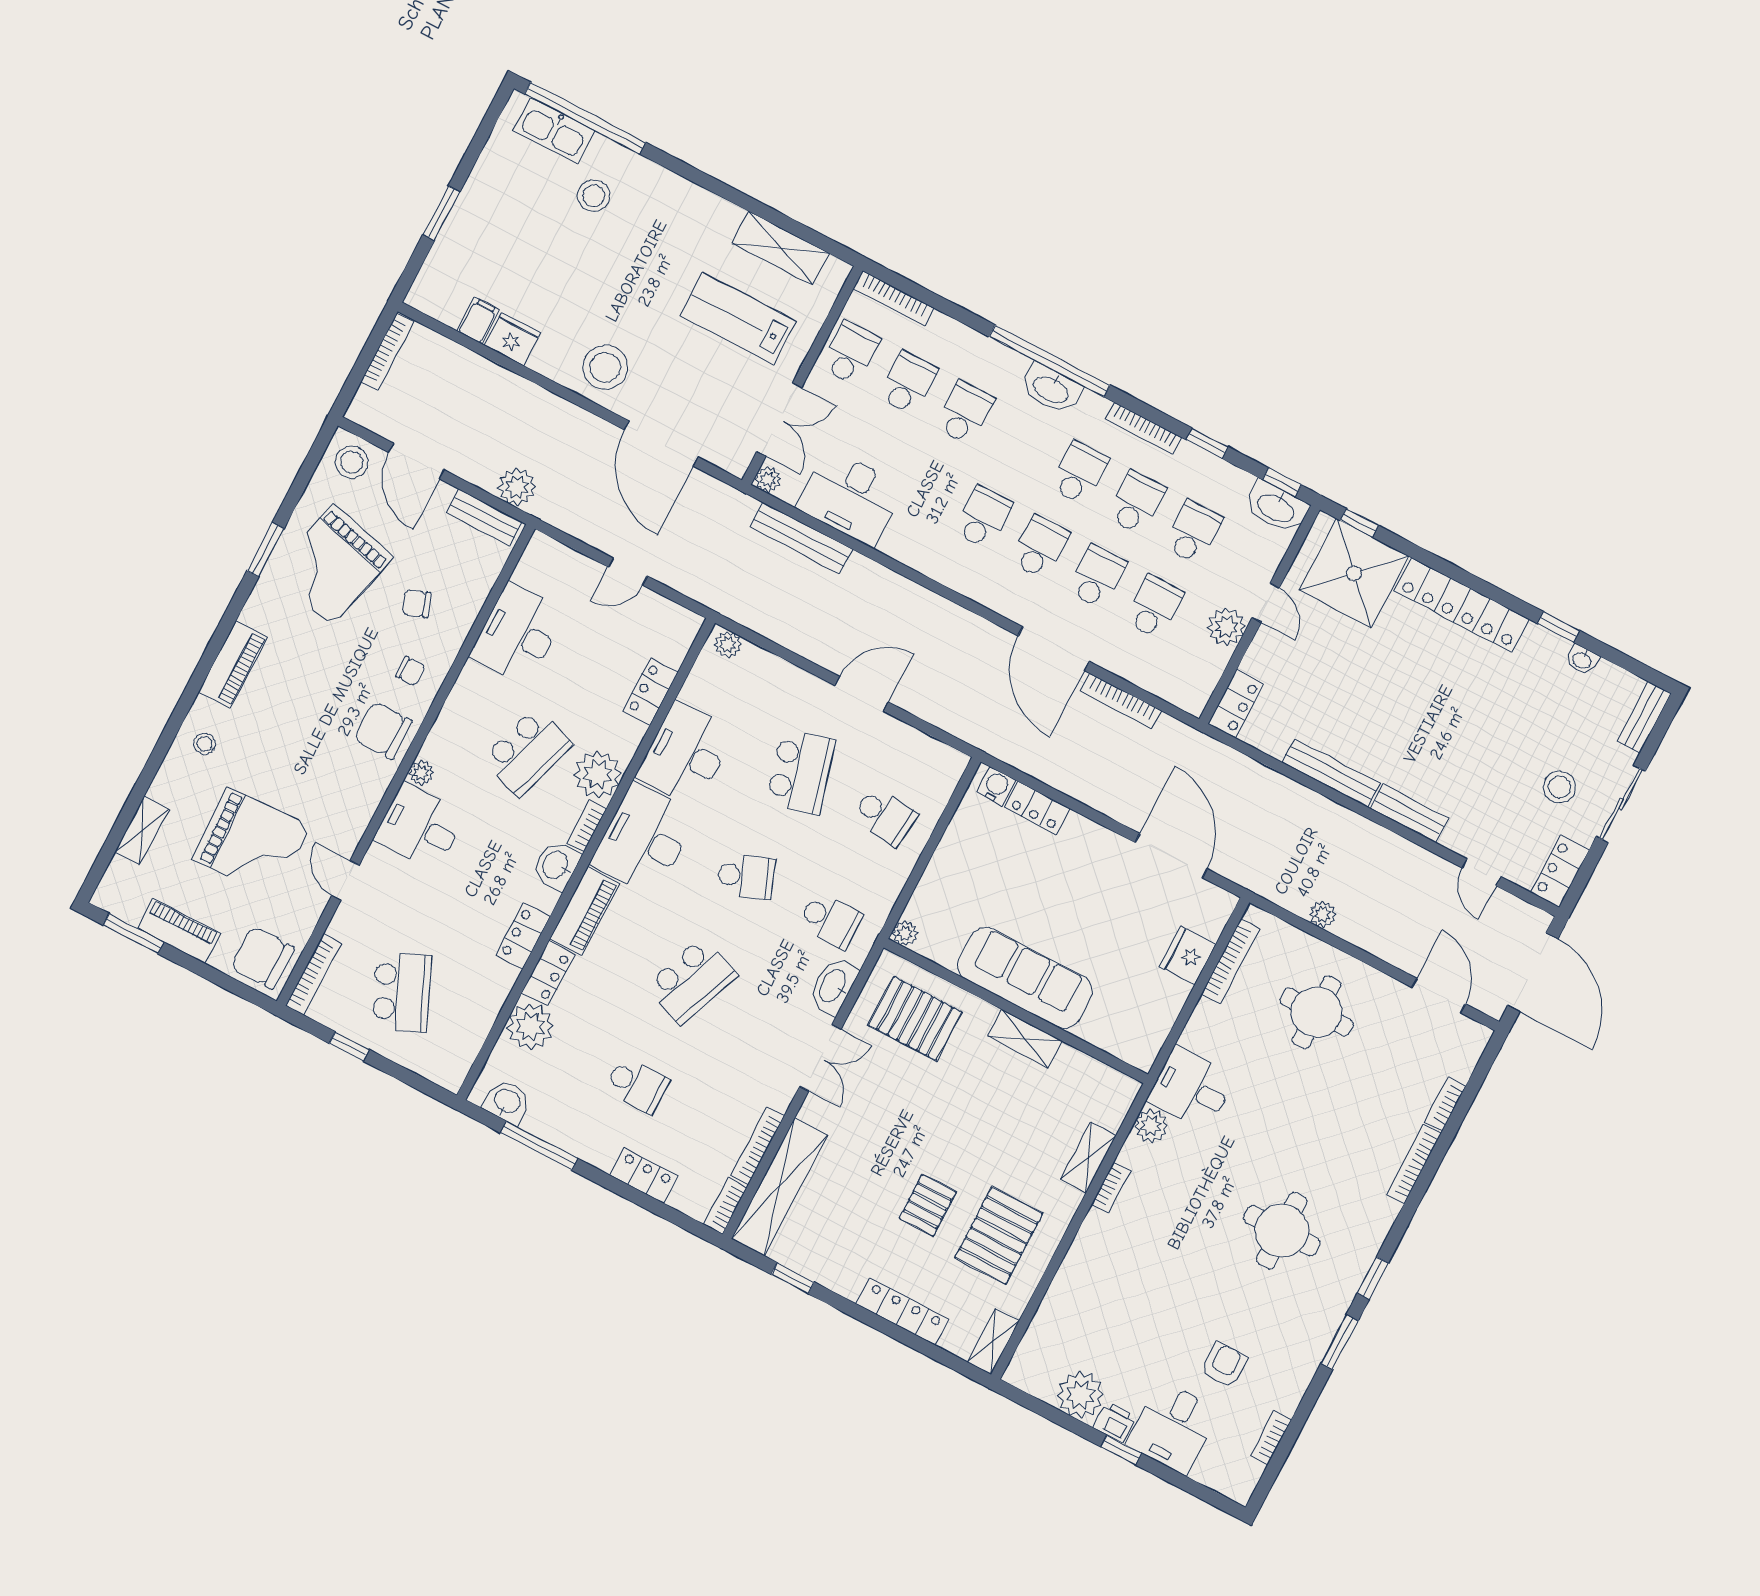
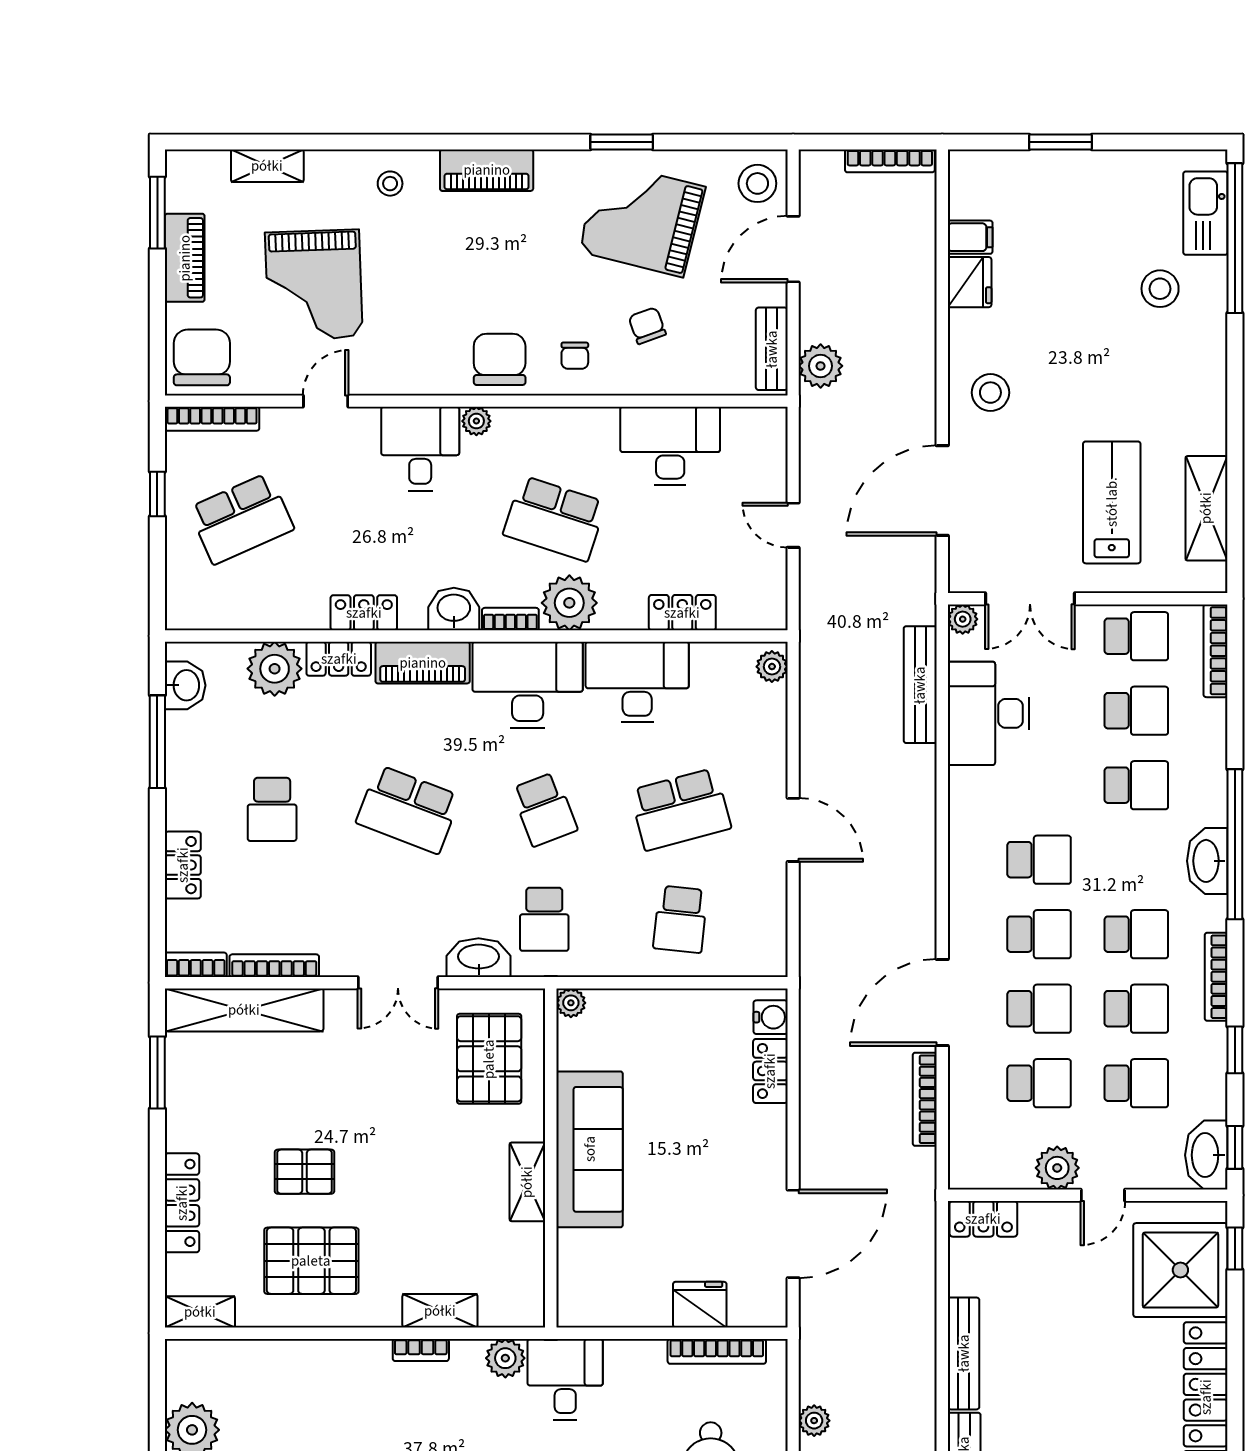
stool: (605, 367) -> (990, 393), width x0.73, depth x0.73
window: (793, 1278) -> (157, 1072), width x1.50

